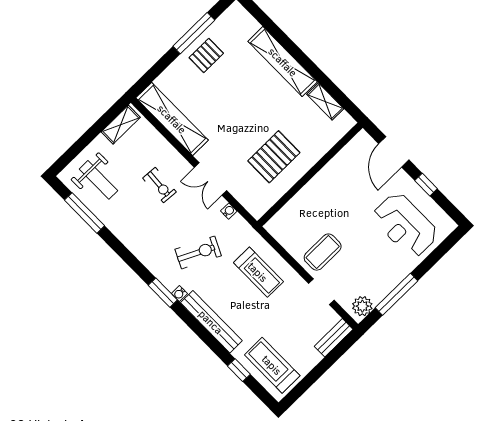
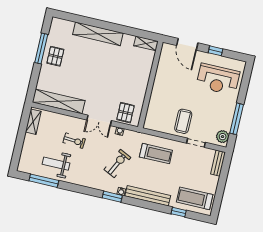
shelving: (325, 102) -> (146, 43), moved
pallet: (274, 157) -> (125, 113), moved, width x0.67, depth x0.71
weight bench: (98, 180) -> (56, 164), moved, turned 180

